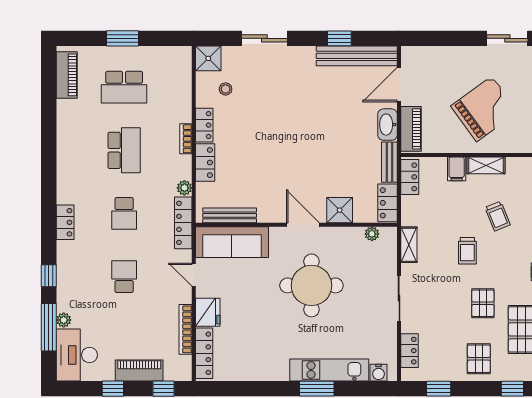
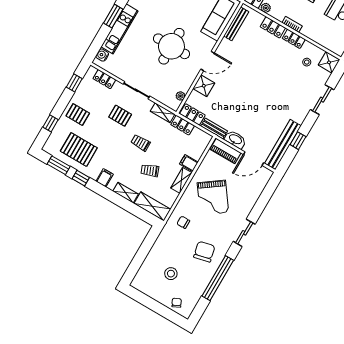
door: (399, 85) -> (254, 159), swing flipped
locker: (410, 177) -> (183, 125), moved
pallet: (483, 303) -> (120, 116), moved

